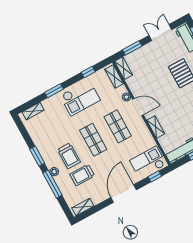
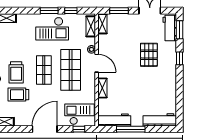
window: (54, 91) -> (49, 11), moved
shop shelf: (118, 126) -> (71, 70), width x1.43, depth x1.36

